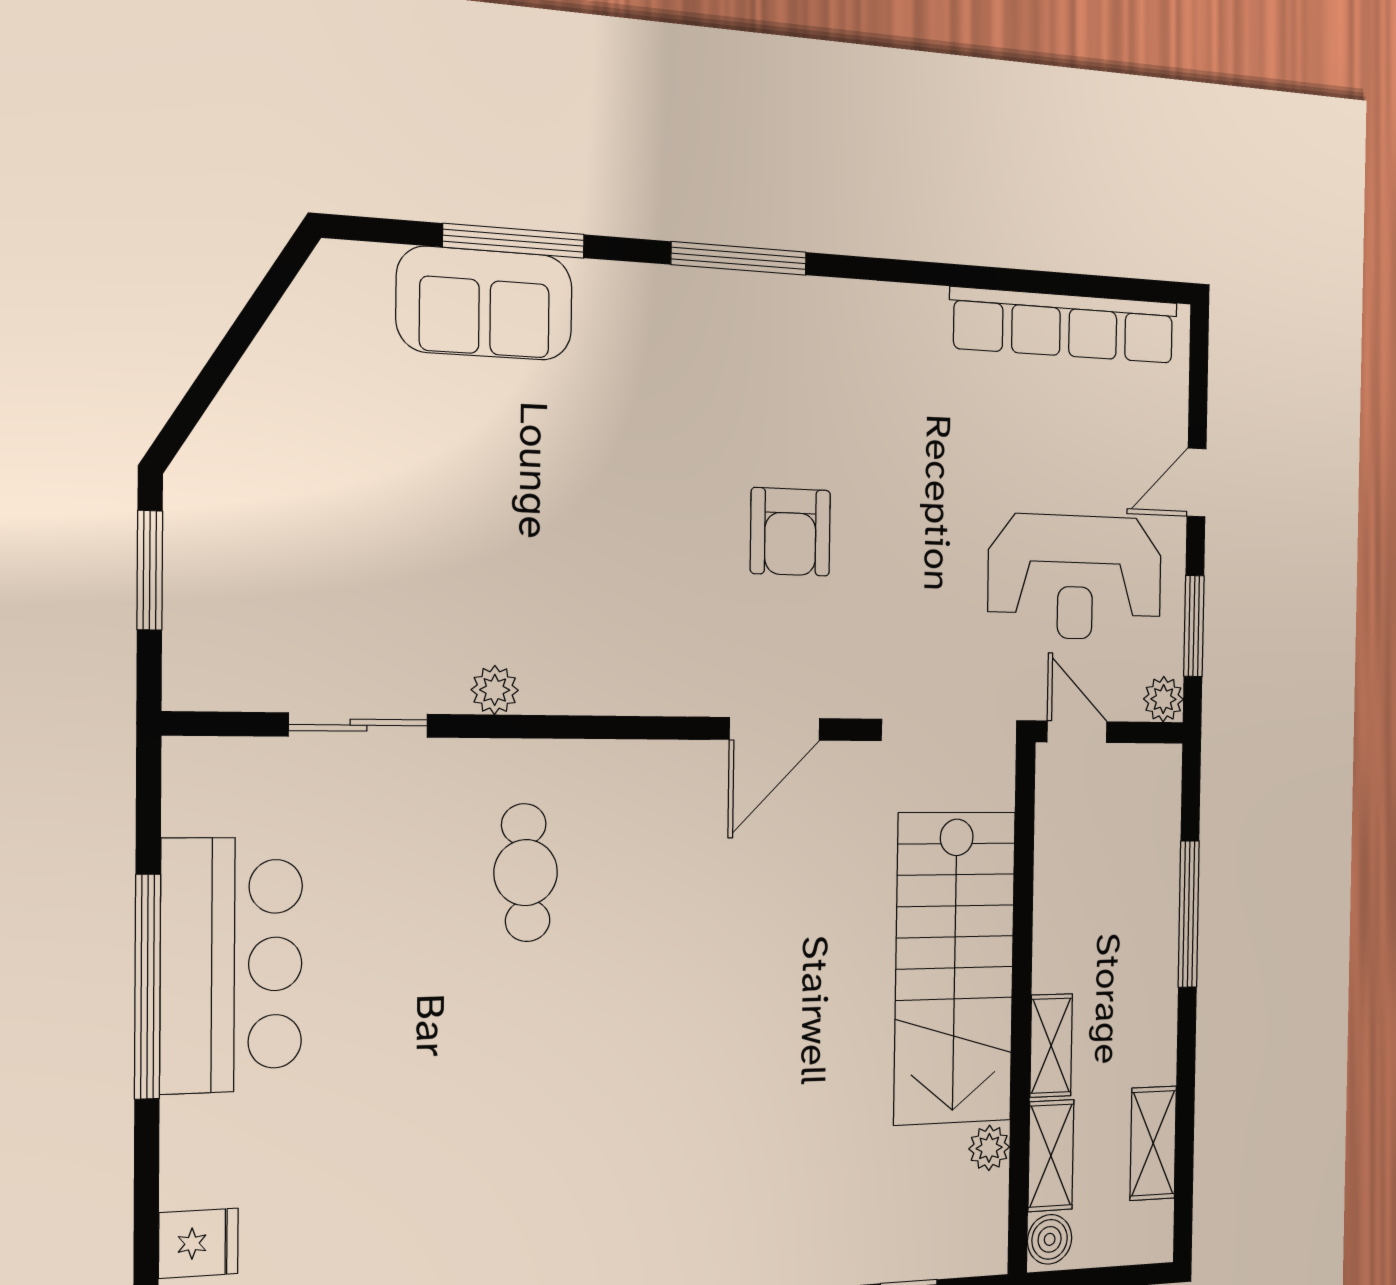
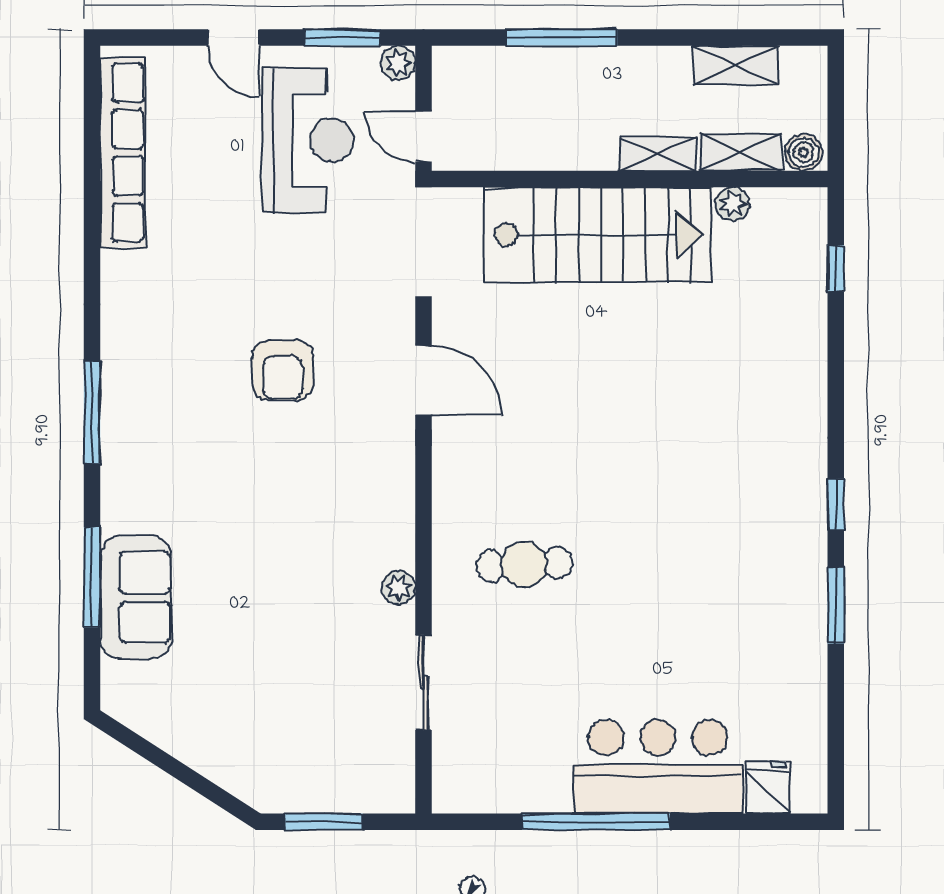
armchair: (790, 532) -> (283, 370), turned 90
door: (1077, 732) -> (423, 136), hinge flipped
bar counter: (232, 965) -> (658, 767), moved

